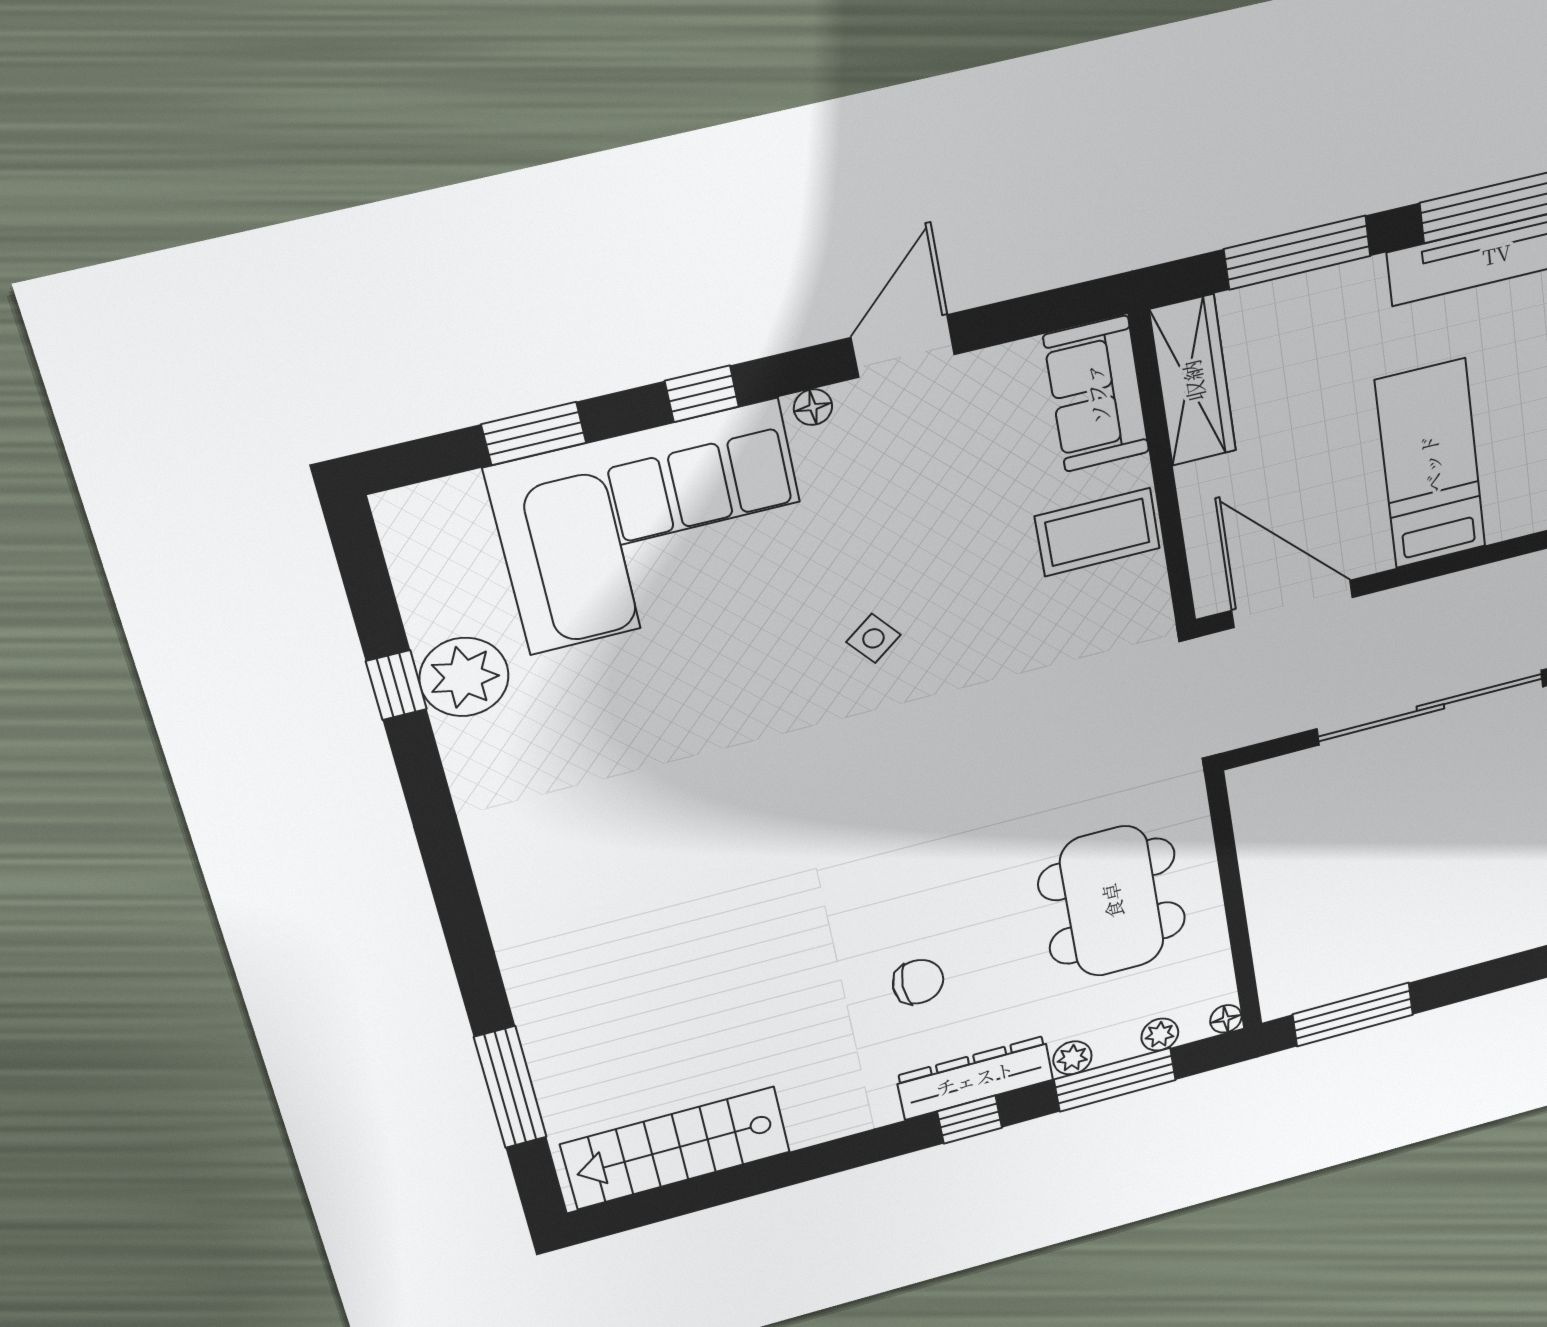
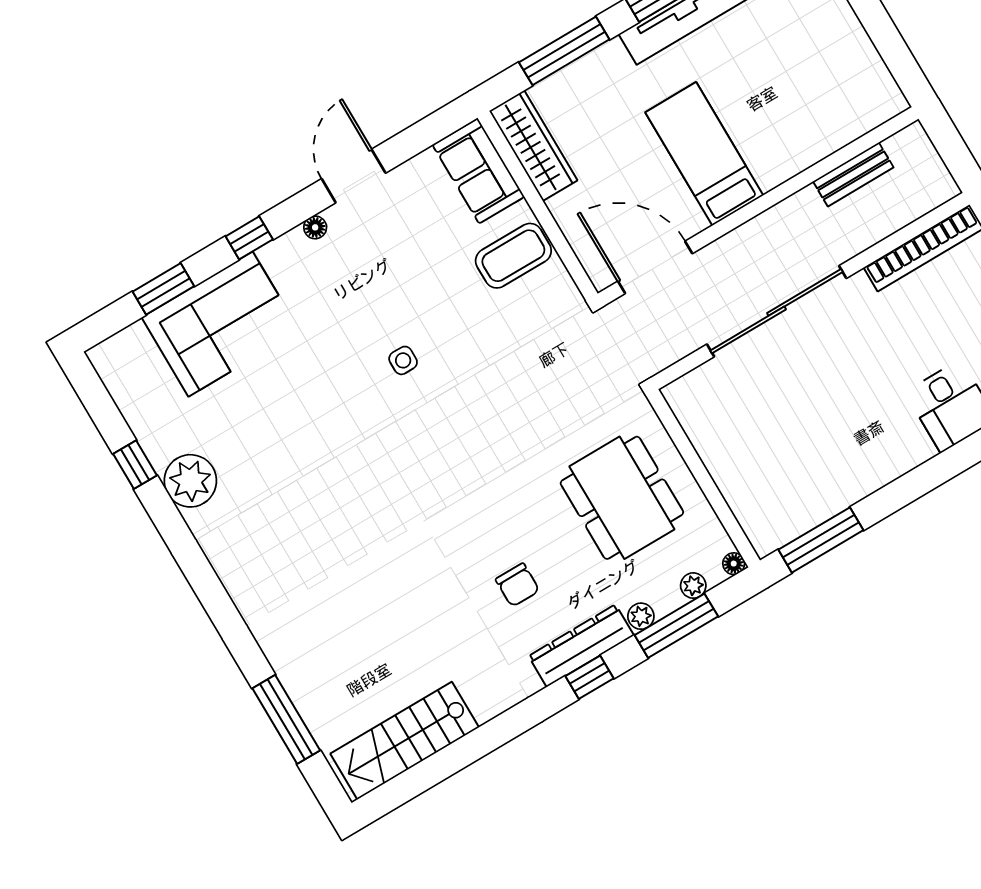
corner sofa: (653, 527) -> (221, 324), width x0.73, depth x0.74
side table: (873, 638) -> (403, 360), turned 38
plant: (464, 677) -> (190, 481), moved
chair: (918, 982) -> (517, 585), turned 90

